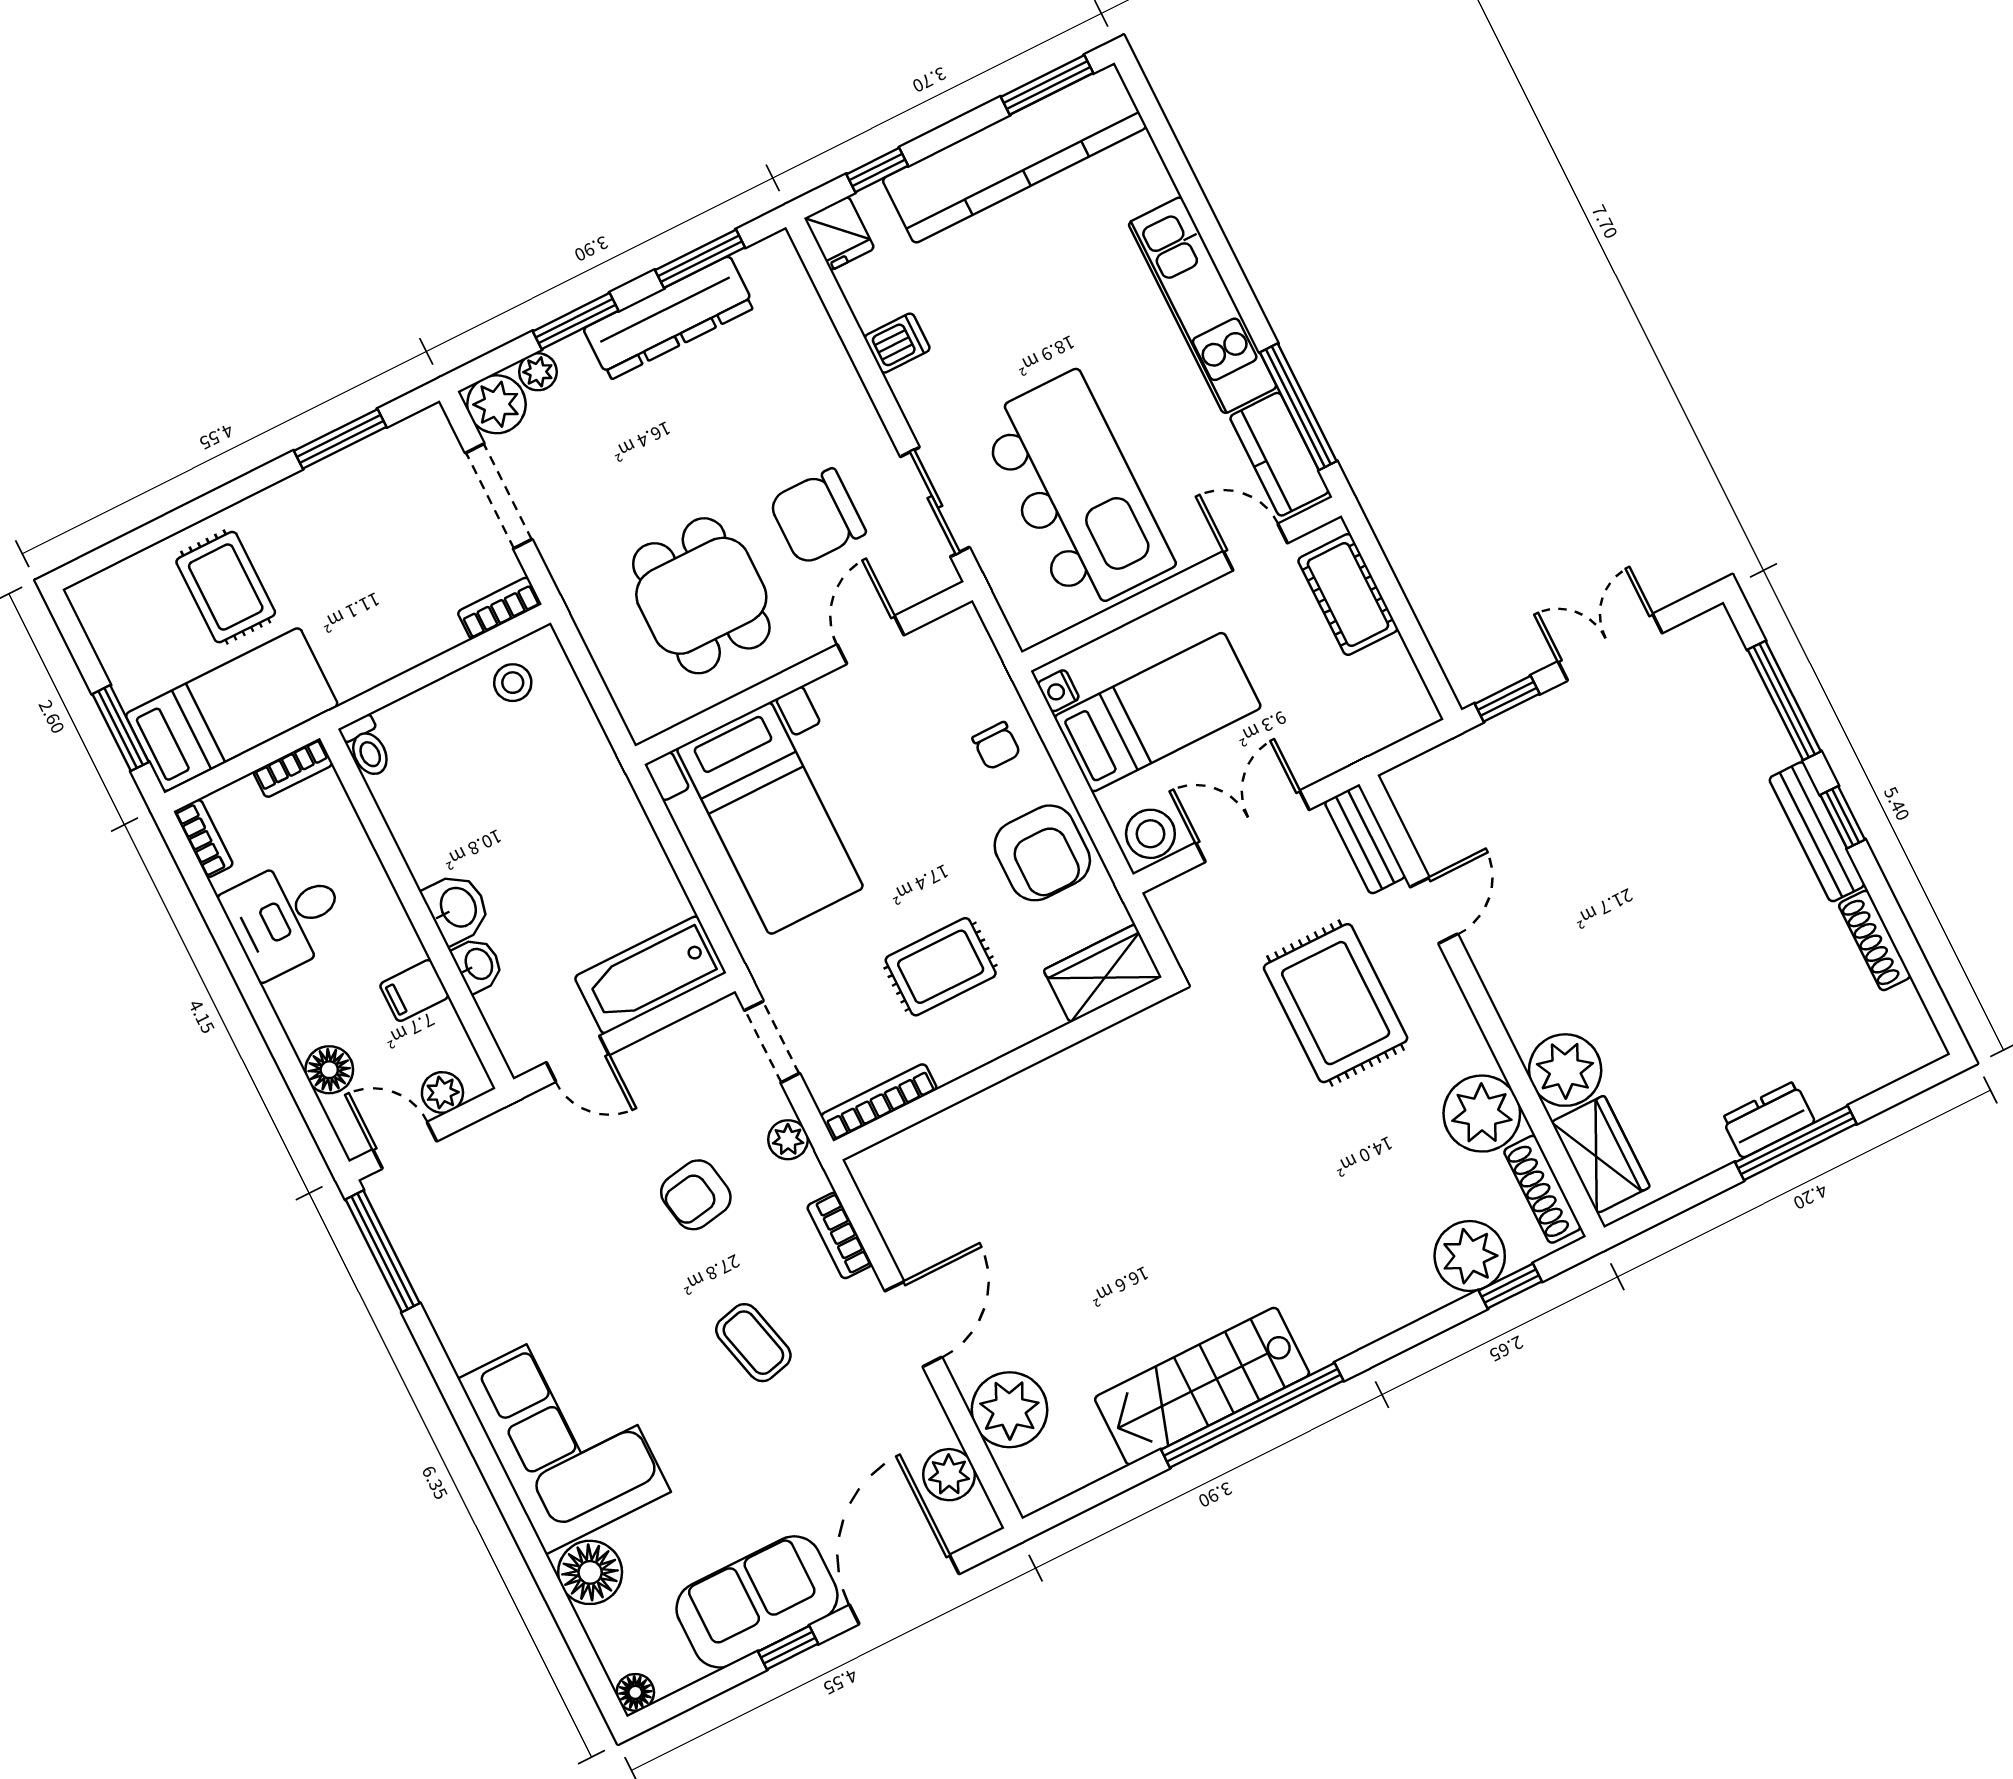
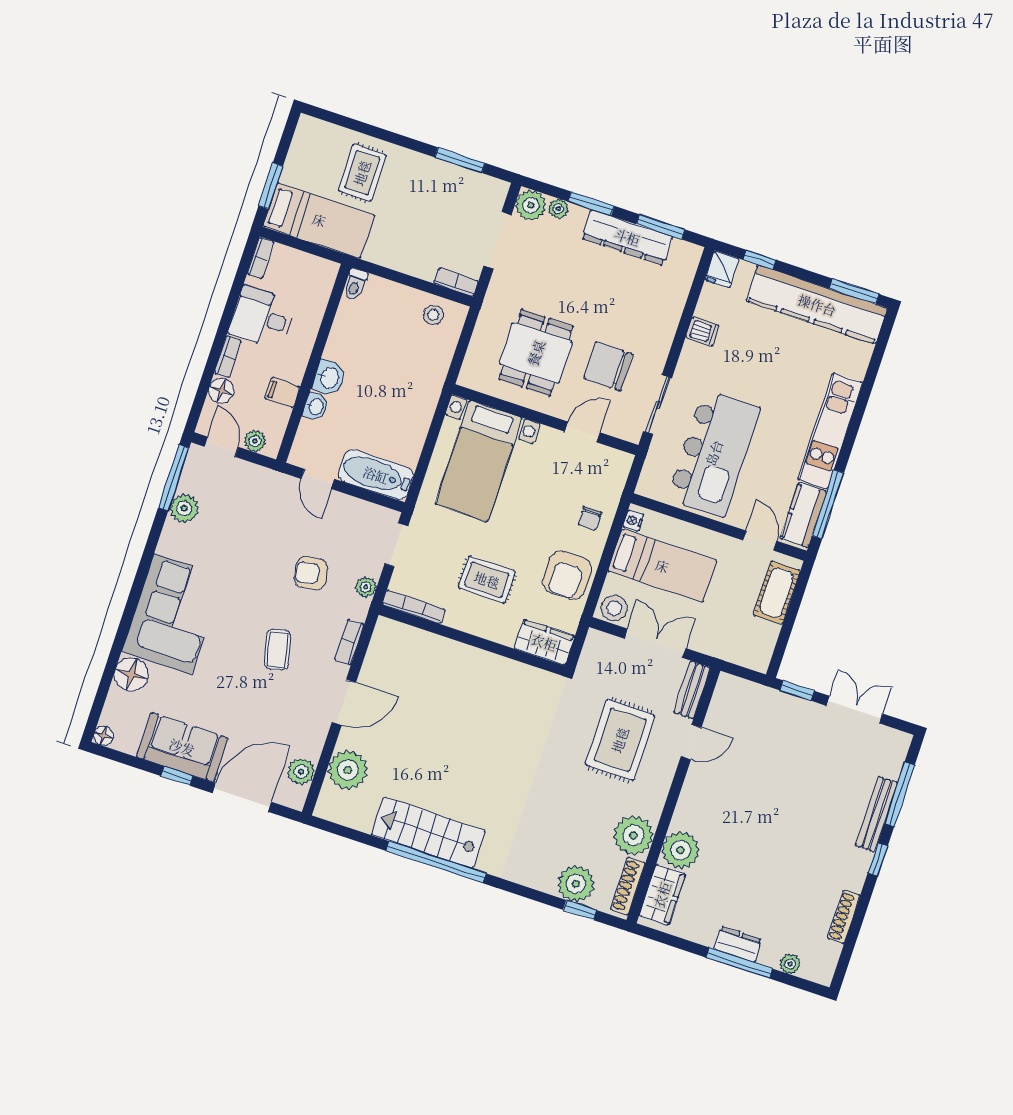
bookcase: (293, 768) -> (228, 357), moved, turned -90
bench: (1817, 832) -> (876, 814), moved
plant: (1865, 1076) -> (790, 964), added
plant: (438, 1278) -> (184, 508), added

